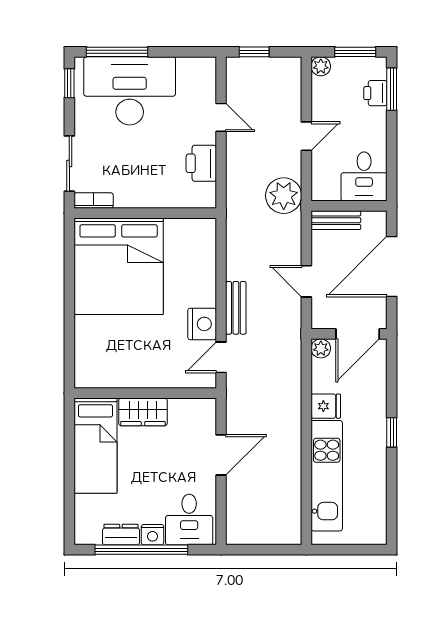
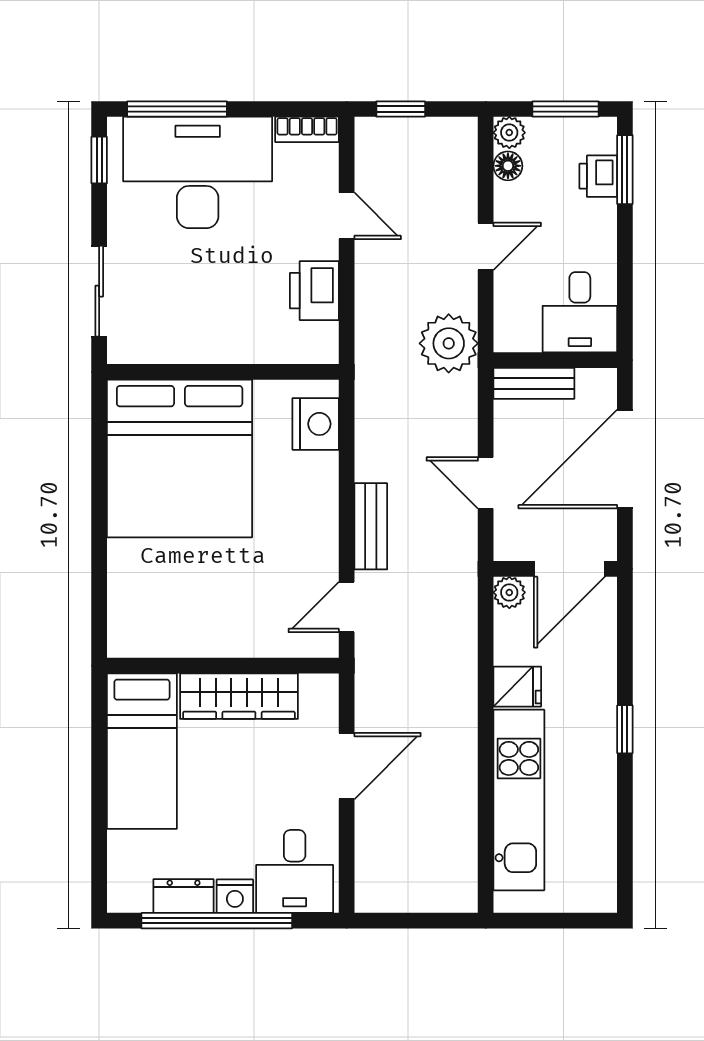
floor lamp: (320, 87) -> (508, 166), added
bookcase: (94, 201) -> (307, 129), moved, turned 180
nightstand: (202, 324) -> (316, 424), moved
wardrobe: (143, 412) -> (239, 696), width x1.50

